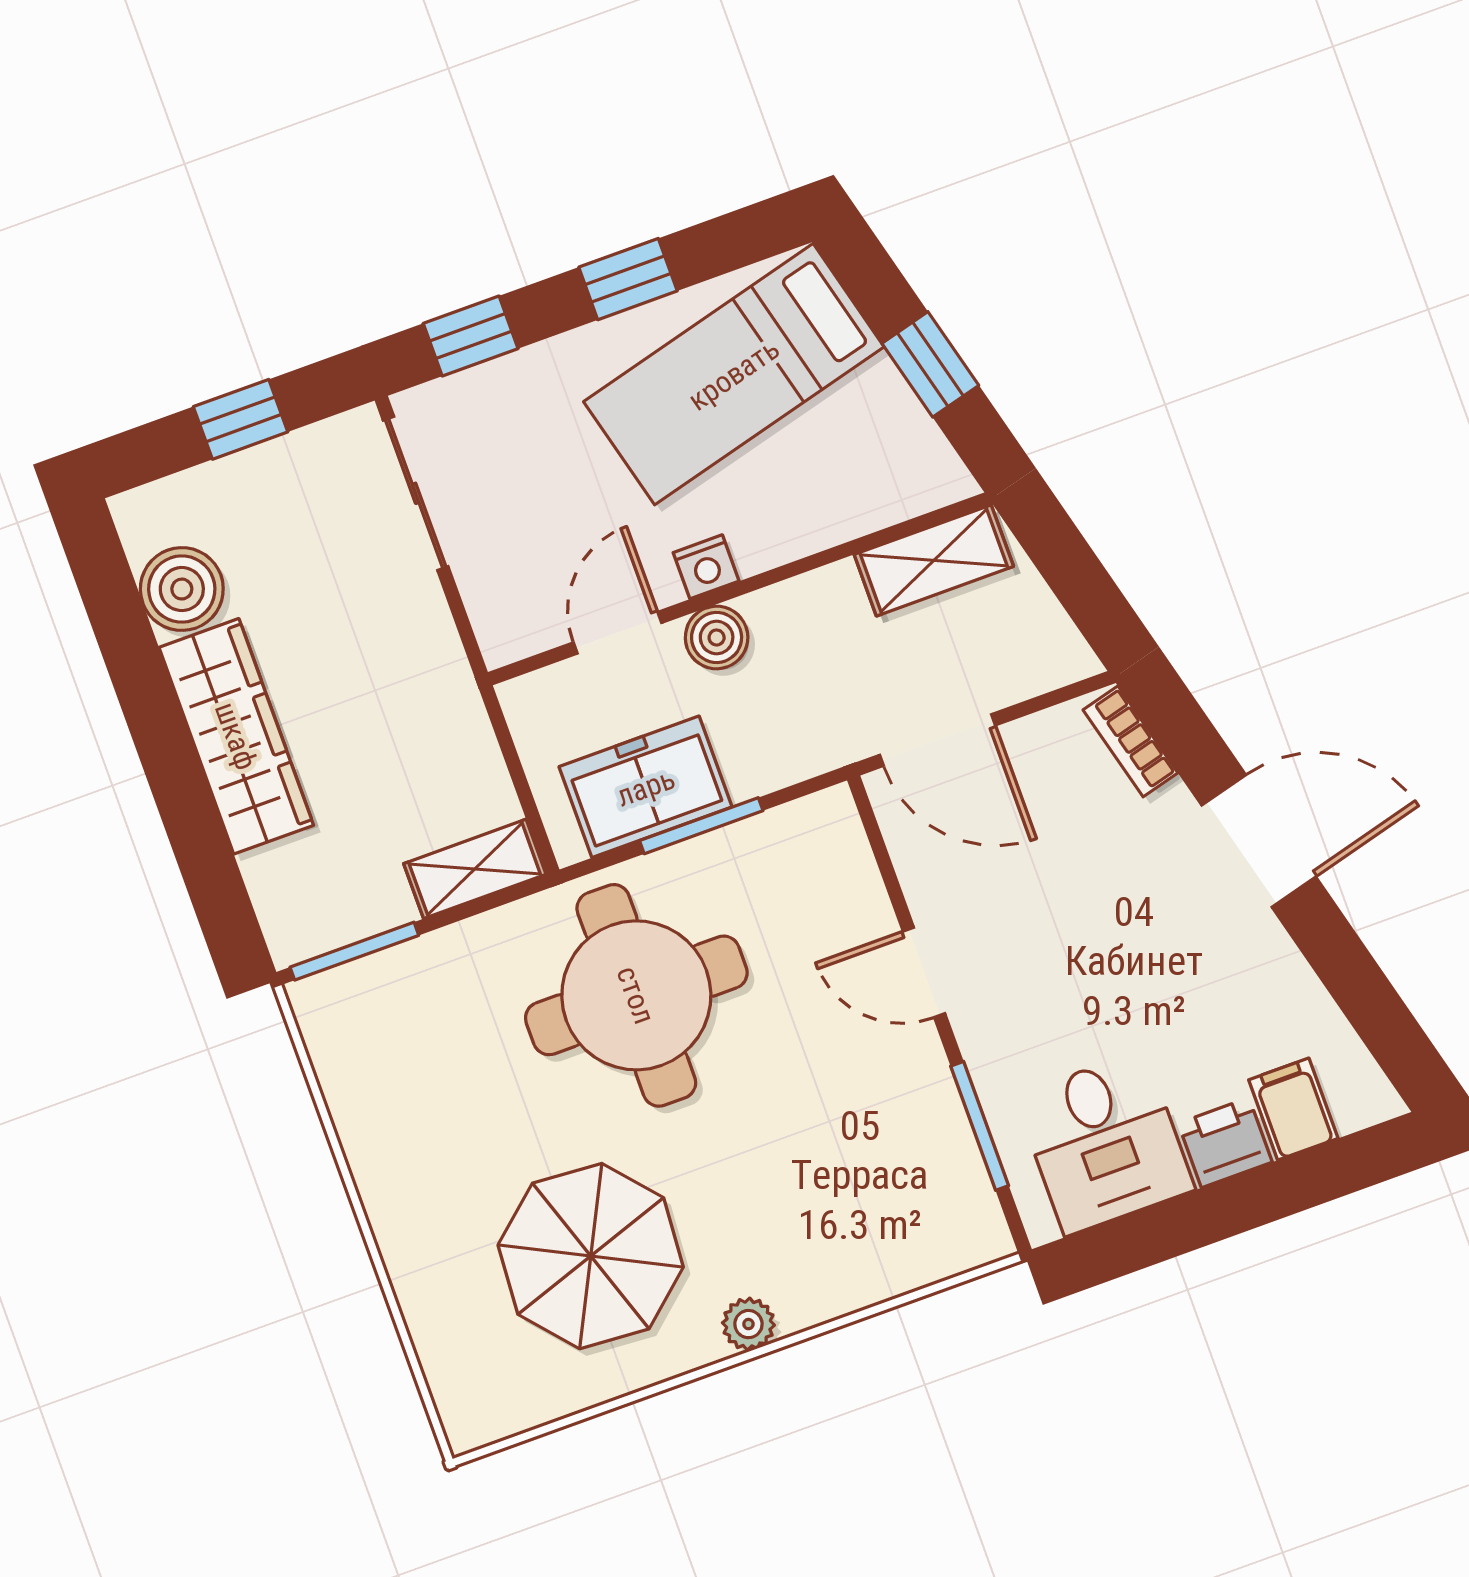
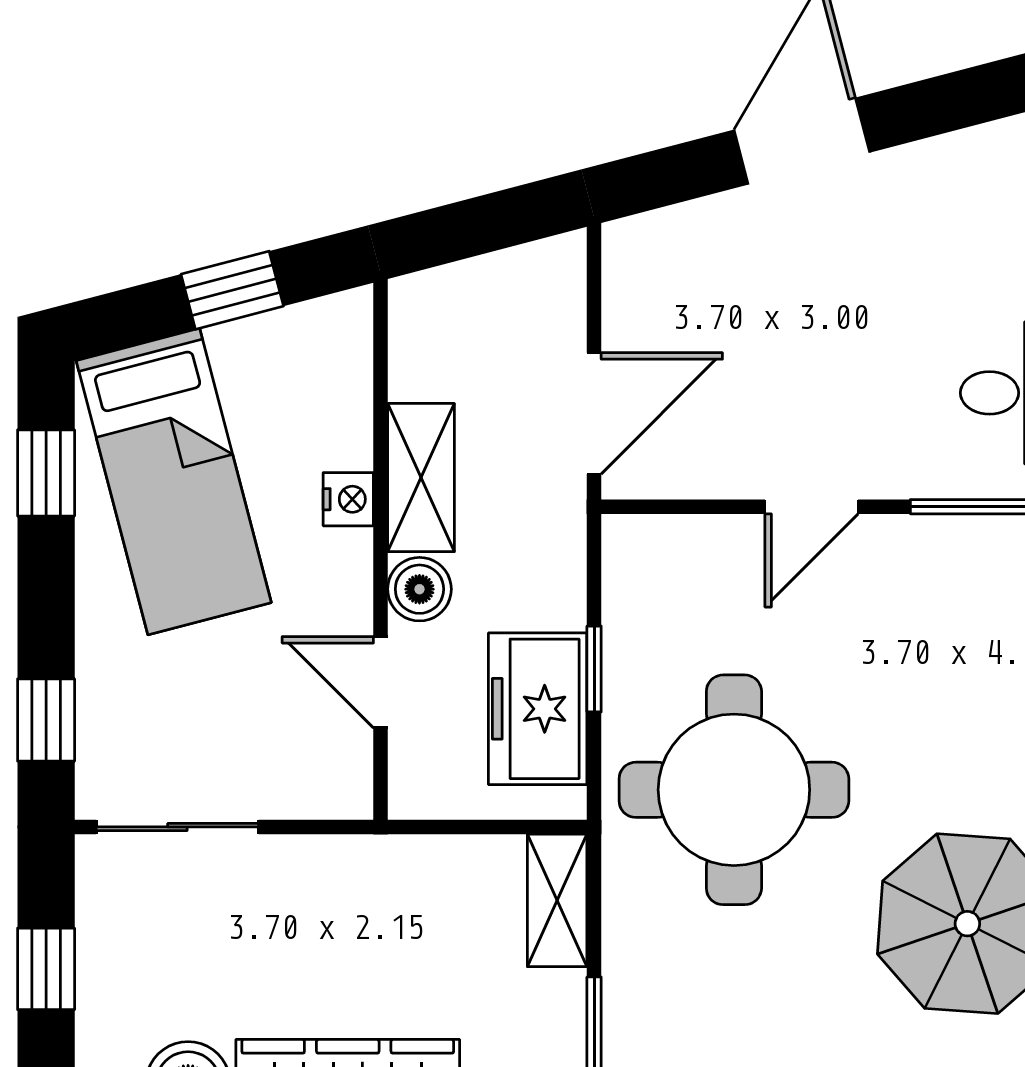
window: (628, 279) -> (46, 473), moved
shelving: (934, 560) -> (421, 478), moved
nightstand: (706, 567) -> (348, 499), moved
bookcase: (1130, 741) -> (662, 229), removed
window: (701, 826) -> (594, 669), width x0.67

